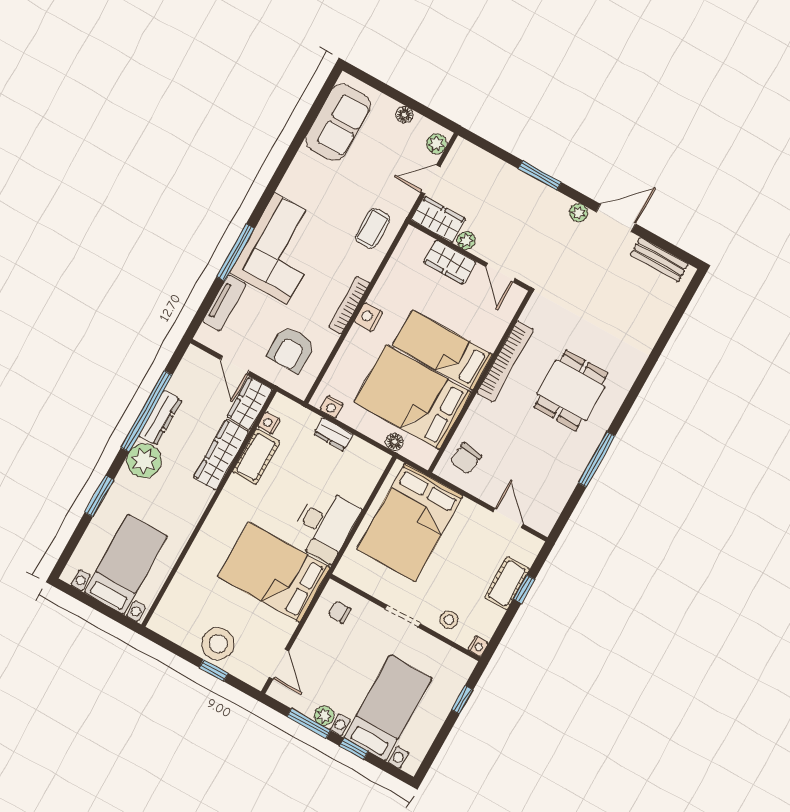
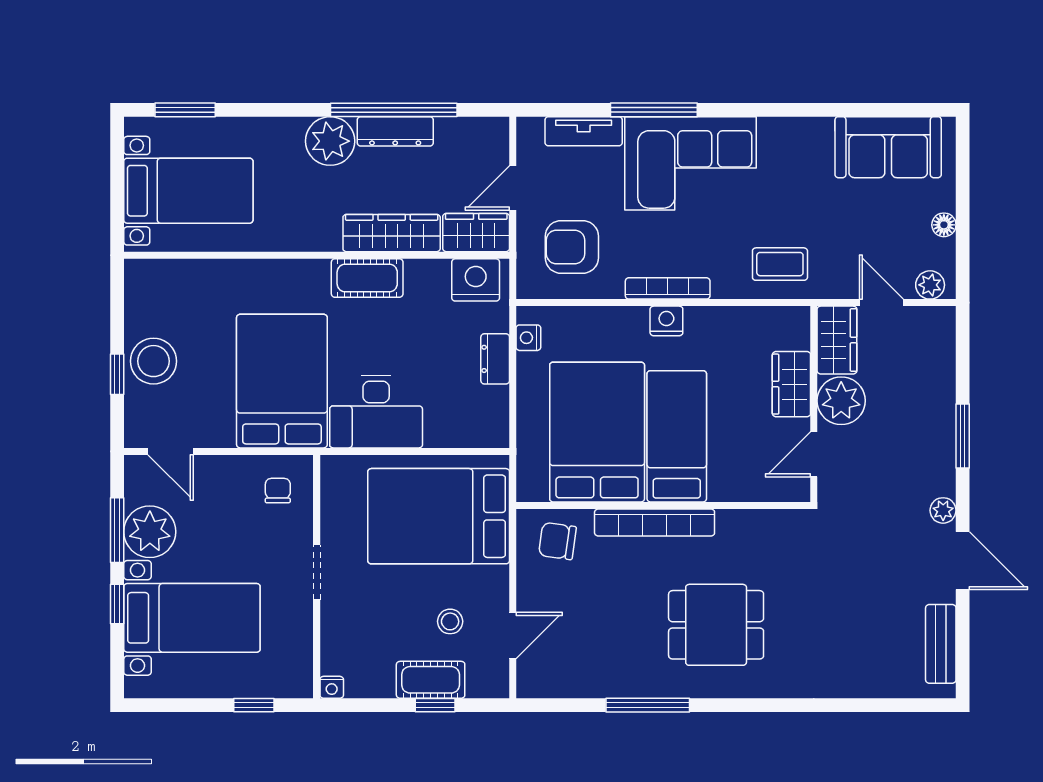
plant: (466, 241) -> (841, 401), width x1.87, depth x1.87
bookcase: (505, 361) -> (655, 523), moved
nightstand: (269, 423) -> (476, 280), width x1.89, depth x1.79
floor lamp: (394, 442) -> (529, 441), removed
cot: (256, 457) -> (367, 278), moved
window: (99, 496) -> (185, 110), moved
stool: (449, 620) -> (450, 621), moved
door: (279, 664) -> (171, 451), hinge flipped
plant: (324, 716) -> (150, 532), width x1.88, depth x1.88

